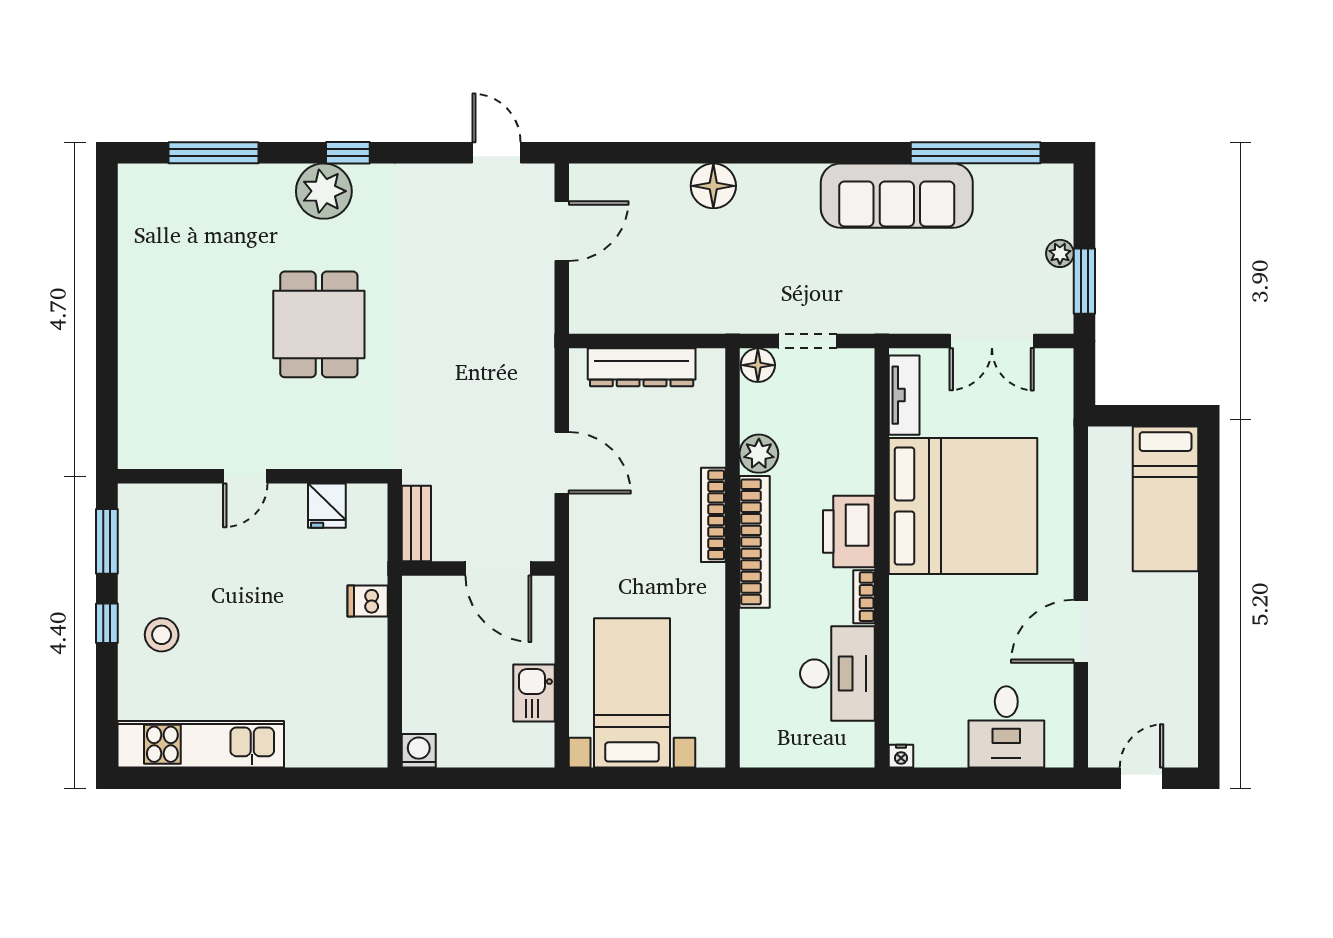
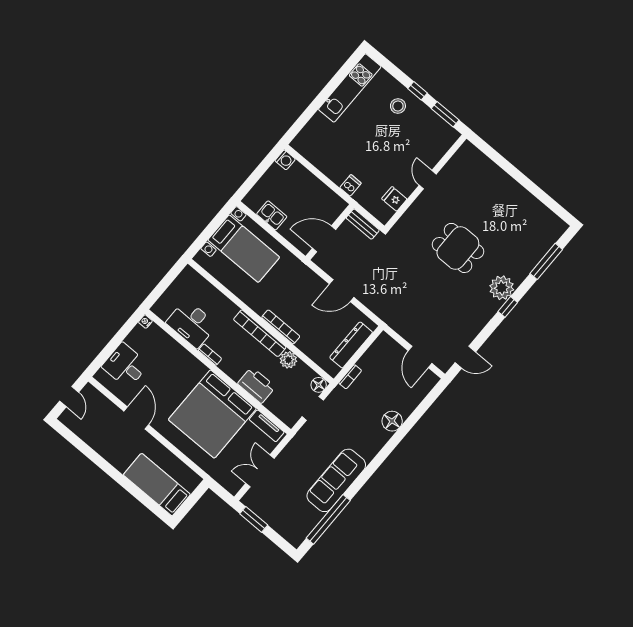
plant: (1060, 253) -> (270, 519), removed
bookcase: (698, 323) -> (350, 377), added
printer: (849, 531) -> (257, 385), moved

